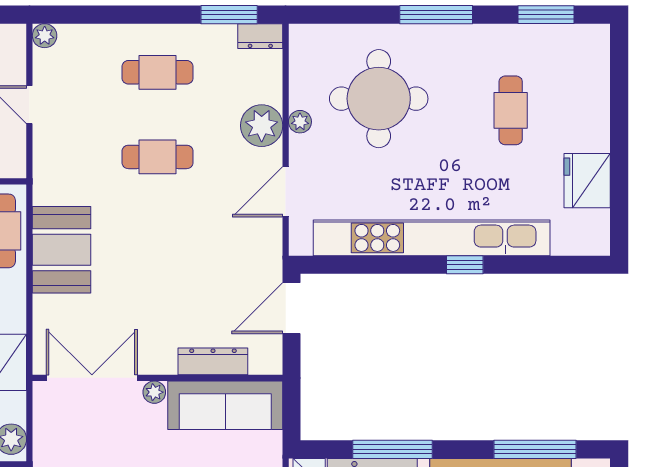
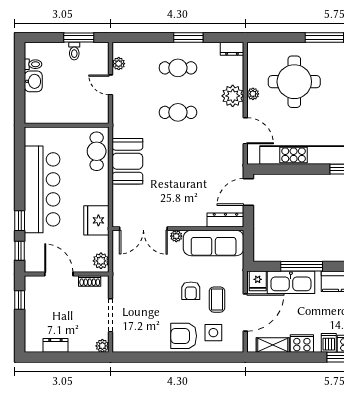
window: (229, 15) -> (188, 37), moved
plant: (45, 36) -> (119, 64), moved
door: (286, 192) -> (245, 131), swing flipped
dresser: (213, 361) -> (225, 220), moved
double door: (92, 378) -> (143, 229), swing flipped

